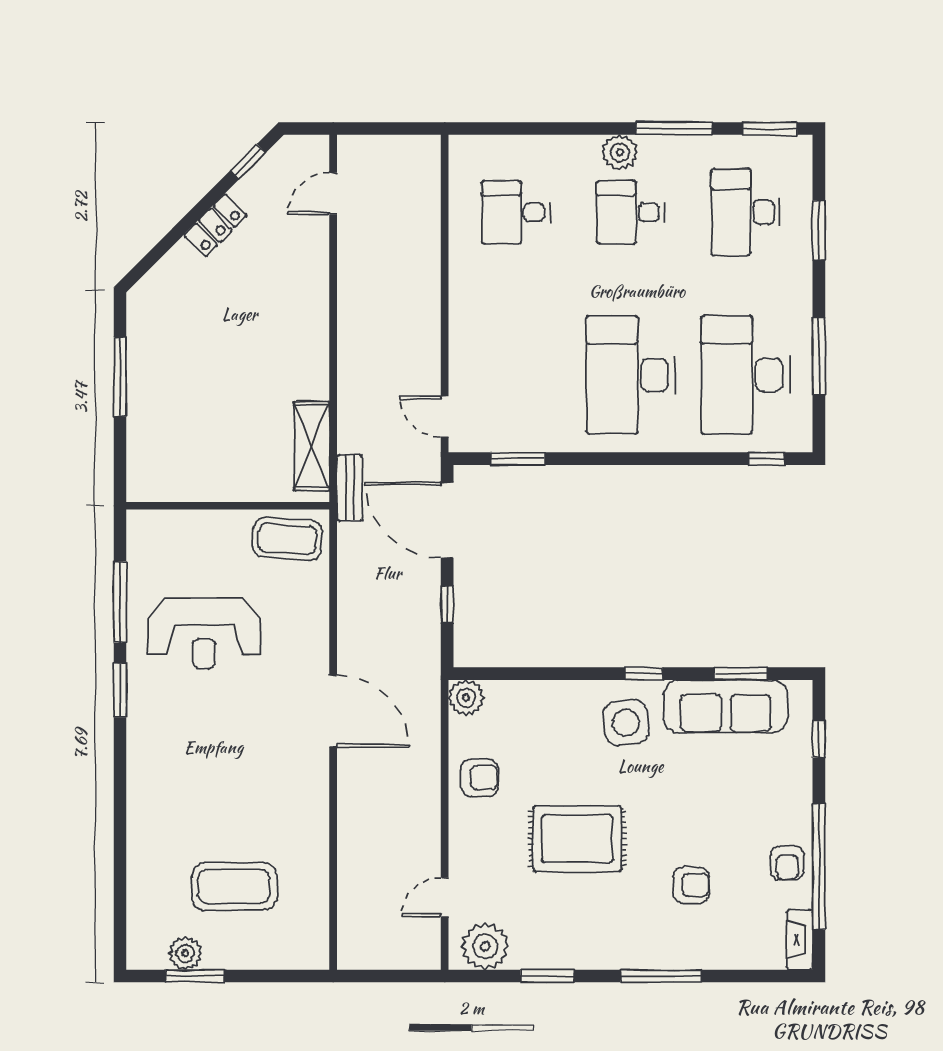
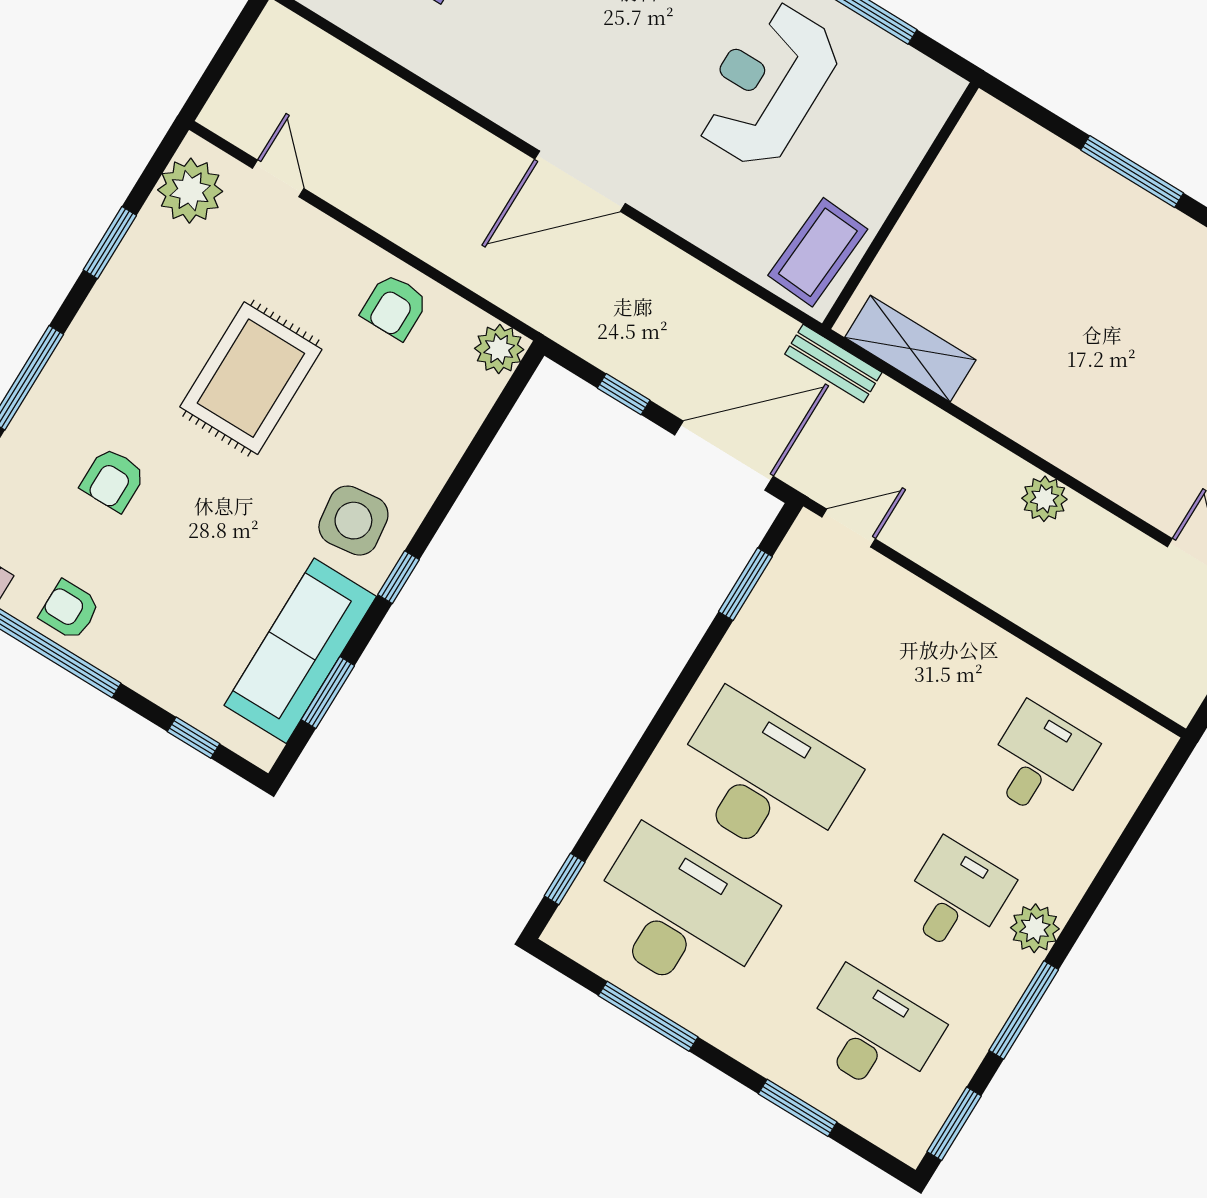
plant: (353, 308) -> (1044, 499), added

